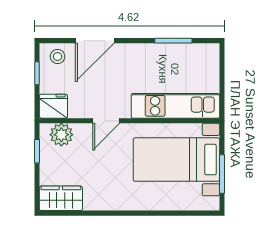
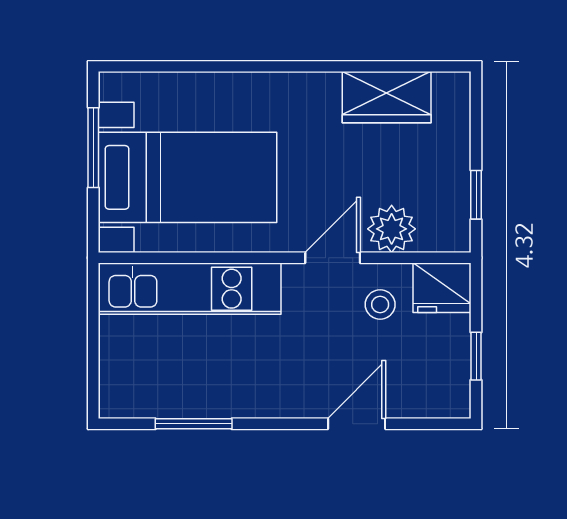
door: (95, 41) -> (357, 424), width x0.73
stool: (58, 57) -> (380, 304), moved
plant: (61, 135) -> (392, 229), moved
wardrobe: (61, 198) -> (387, 97), moved

